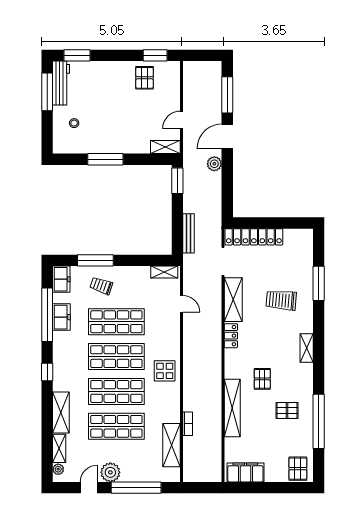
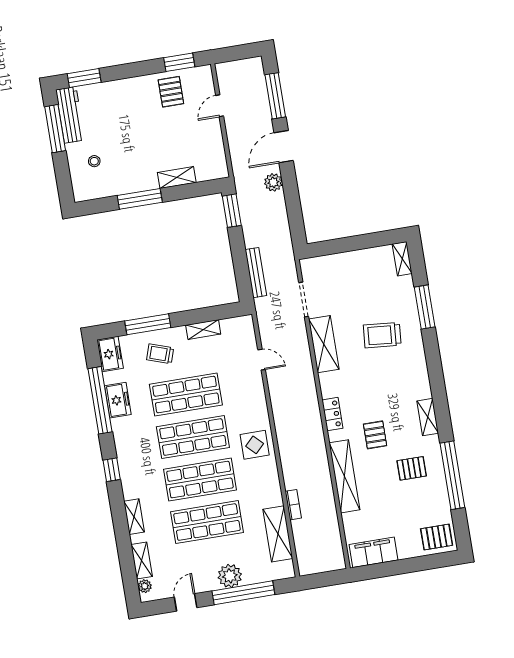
door: (182, 120) -> (220, 106), moved
shelving: (165, 147) -> (177, 178), moved
locker: (254, 237) -> (336, 264), removed
shelving: (307, 242) -> (402, 259), added
shelving: (164, 272) -> (203, 329), moved
locker: (231, 336) -> (332, 414), moved
shelving: (307, 348) -> (428, 417), moved
shelving: (61, 412) -> (134, 517), width x0.67, depth x0.75
pallet: (298, 469) -> (437, 537), turned 90
plant: (110, 472) -> (230, 576), moved

